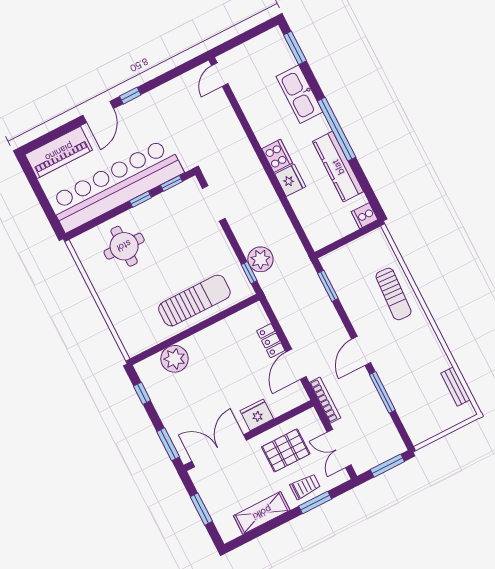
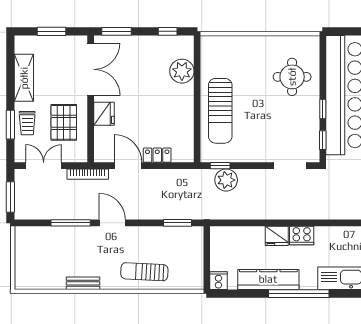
bench: (455, 387) -> (83, 283), moved

